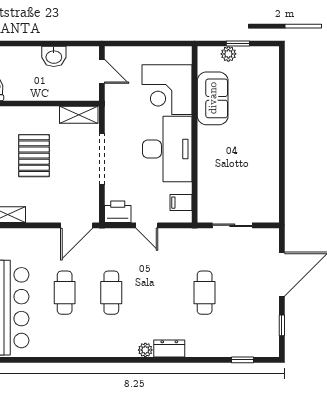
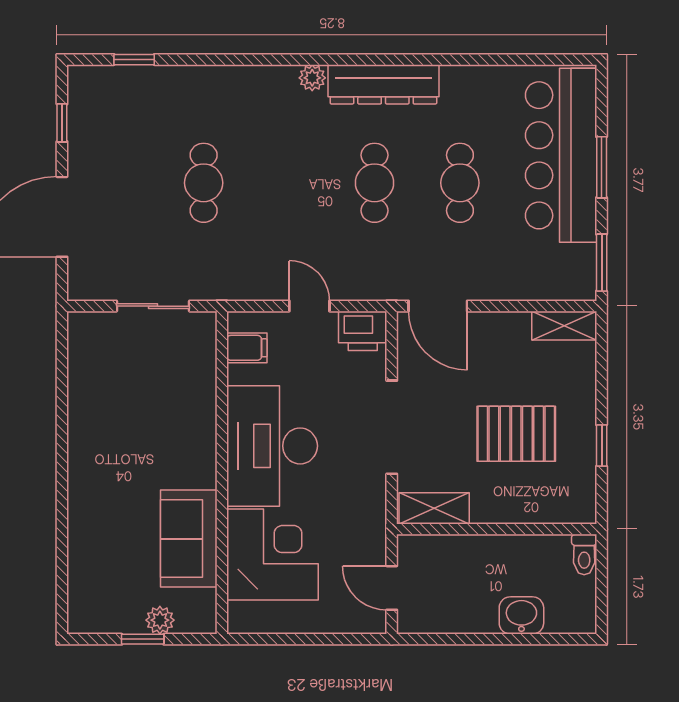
washbasin: (54, 56) -> (521, 615), moved
pallet: (34, 156) -> (516, 434), turned 90
door: (77, 225) -> (438, 306), swing flipped
dresser: (169, 349) -> (383, 84), moved, width x1.96, depth x1.24

